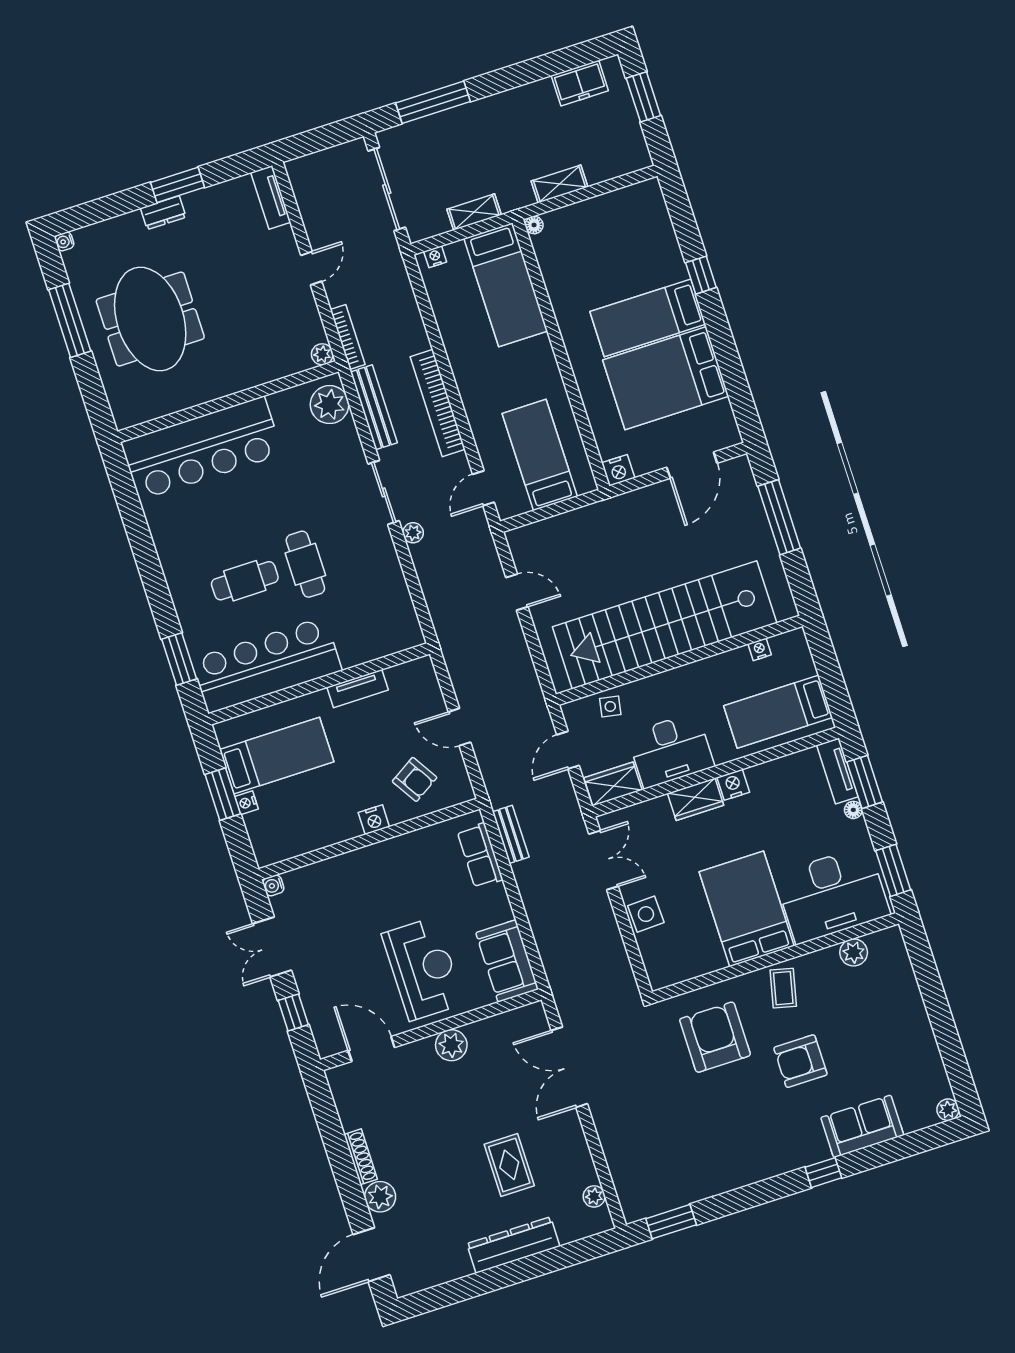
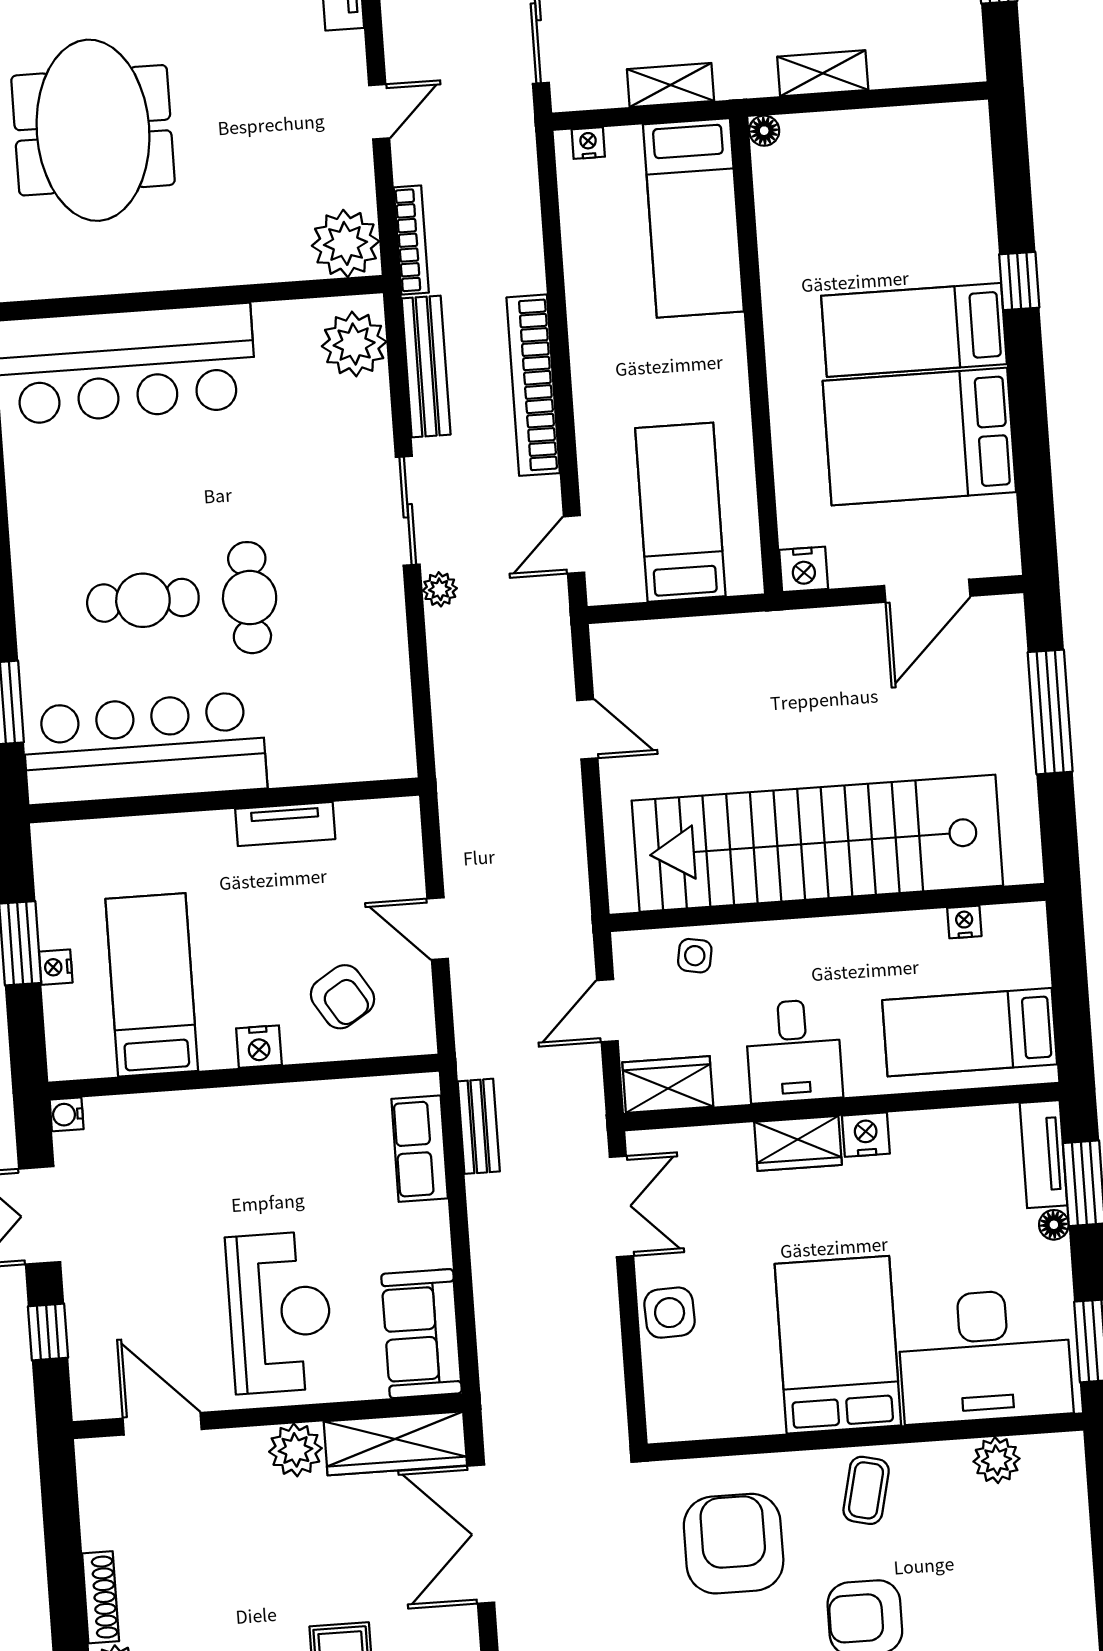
plant: (322, 354) -> (345, 243), width x1.88, depth x1.88
desk: (671, 750) -> (794, 1051), width x0.73
bed: (277, 756) -> (152, 985), moved, turned -90
wardrobe: (508, 1027) -> (395, 1443), added

